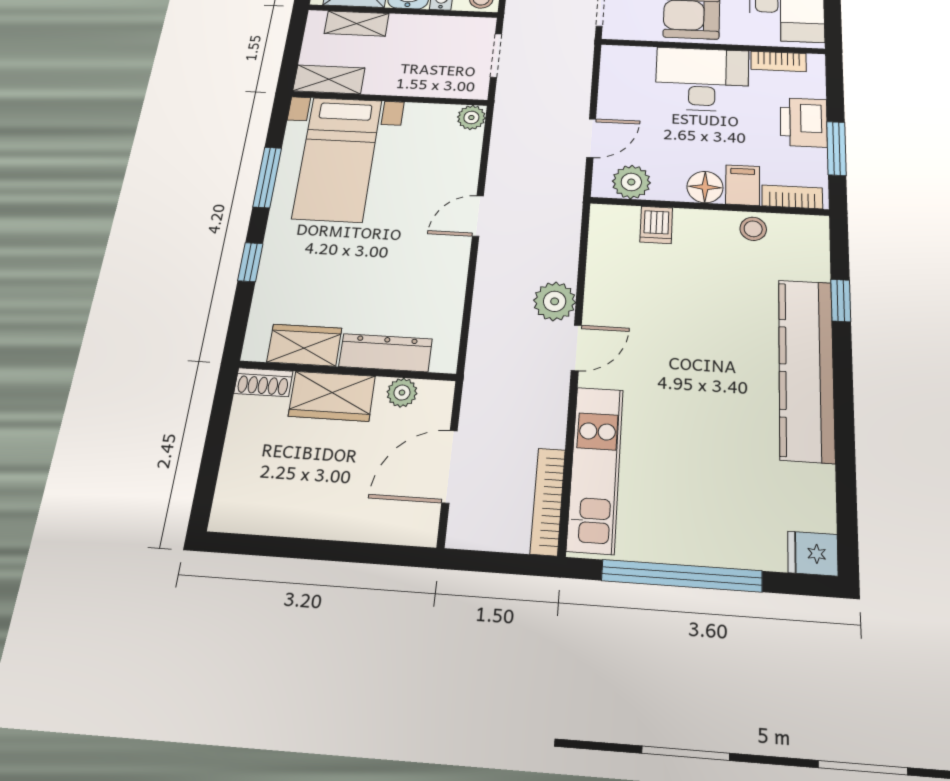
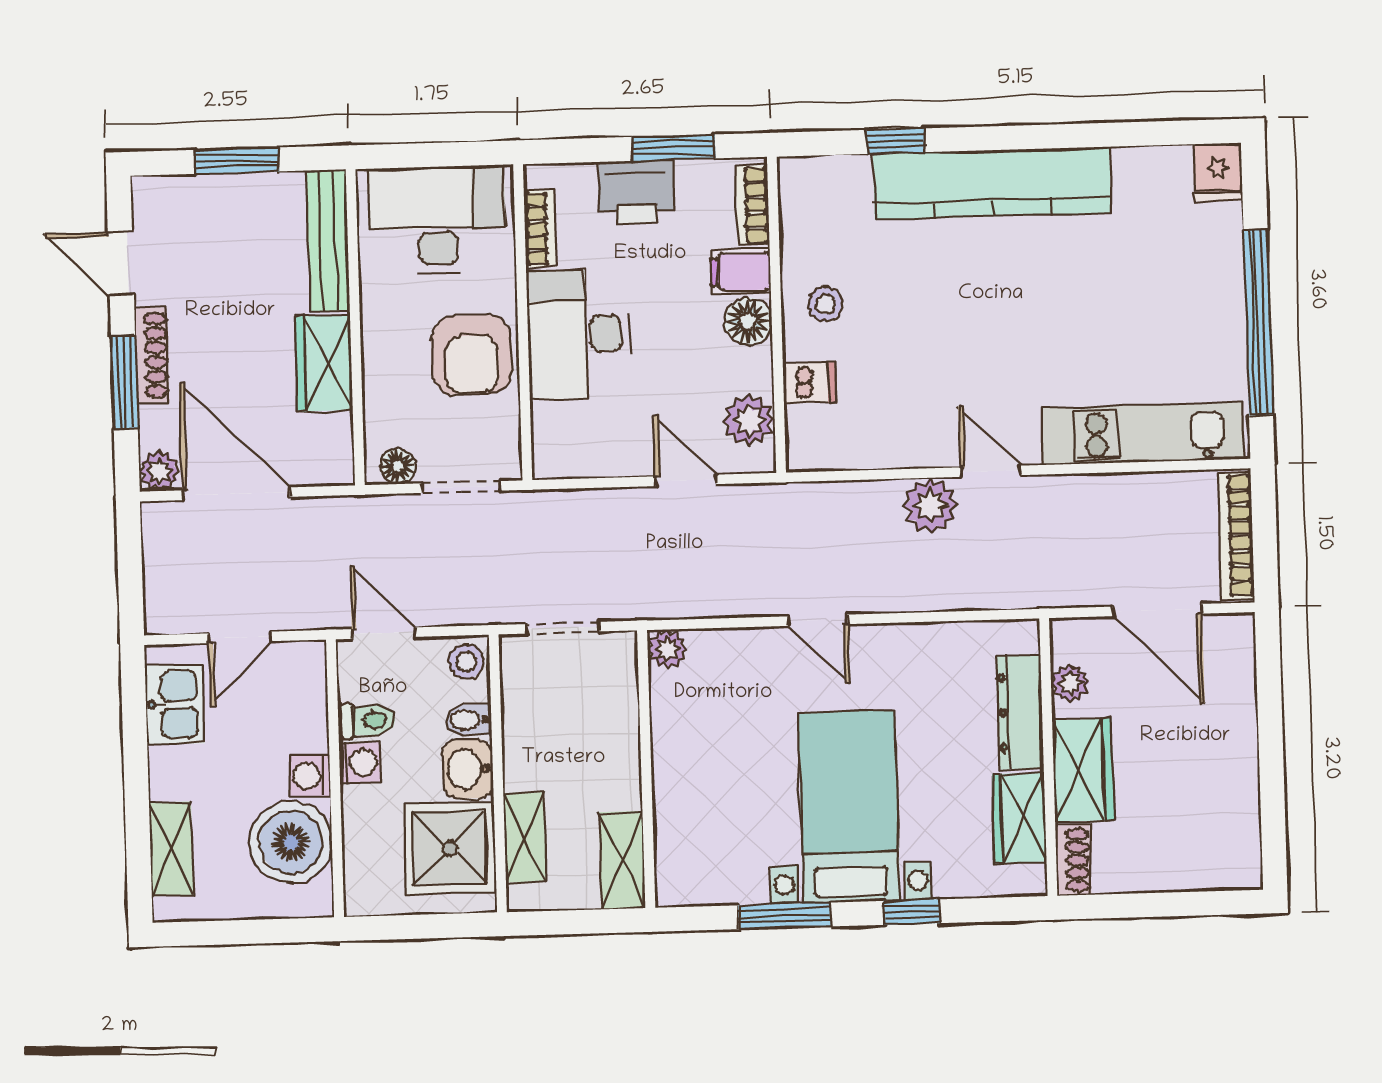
bed with nightstands: (337, 159) -> (849, 807), moved, turned -90
stool: (753, 229) -> (825, 304), moved
bookcase: (548, 501) -> (1236, 535), moved, turned 90

